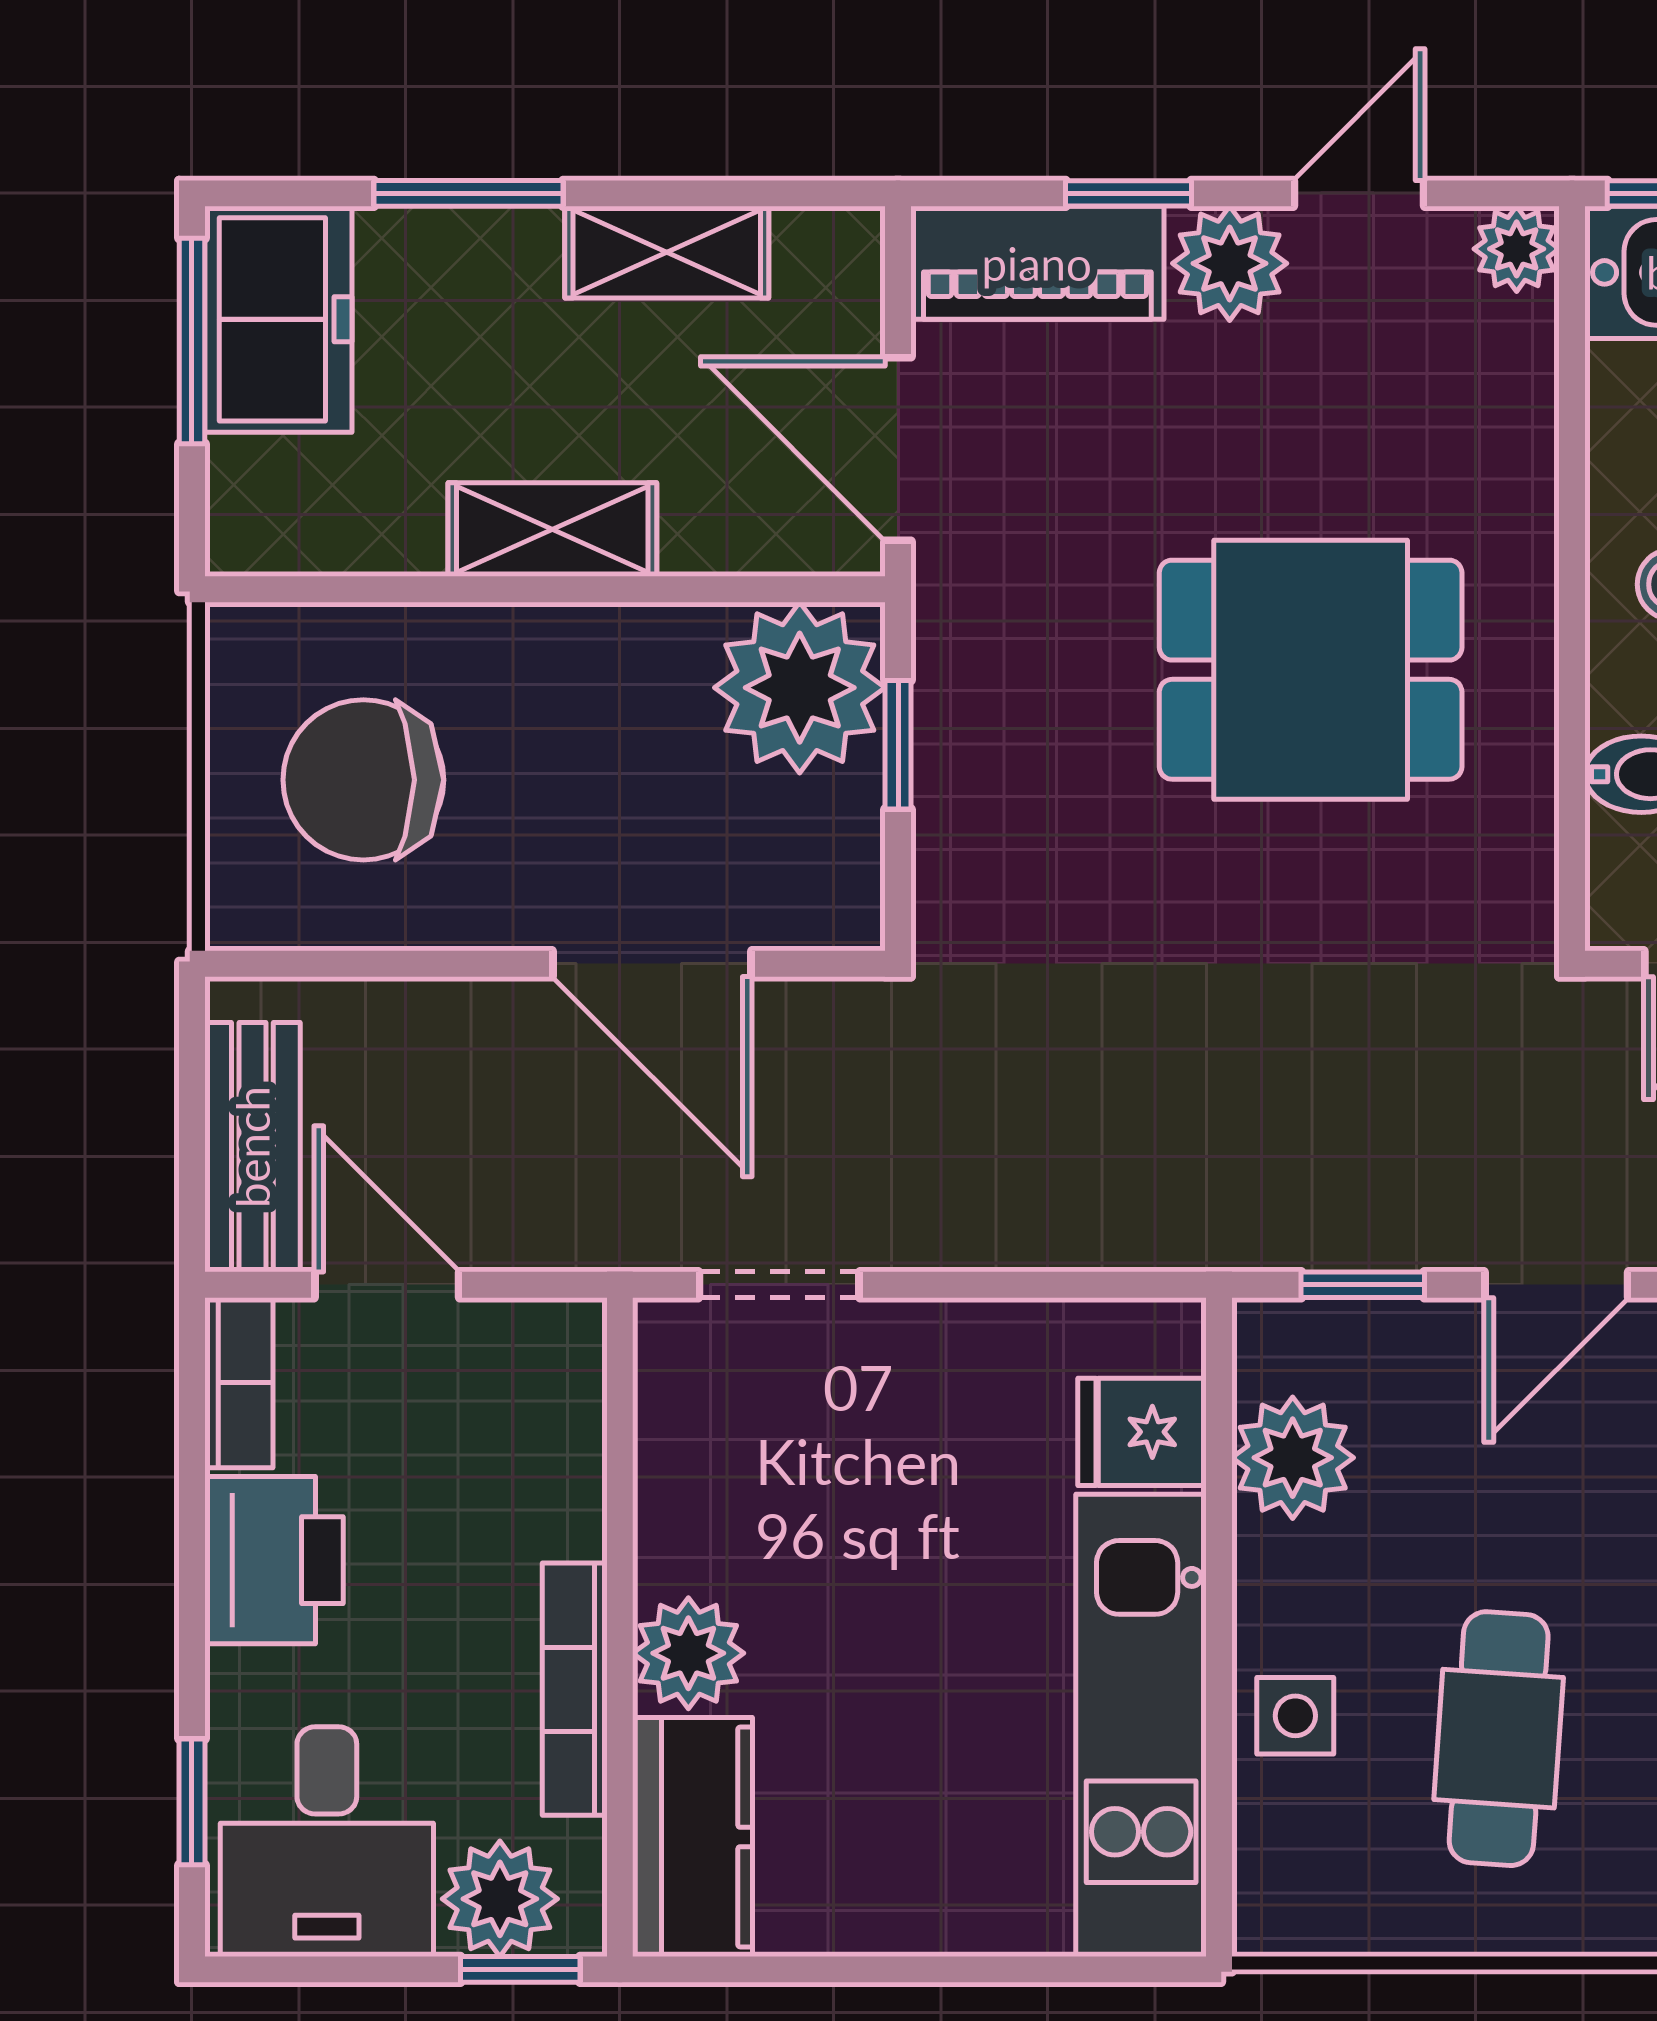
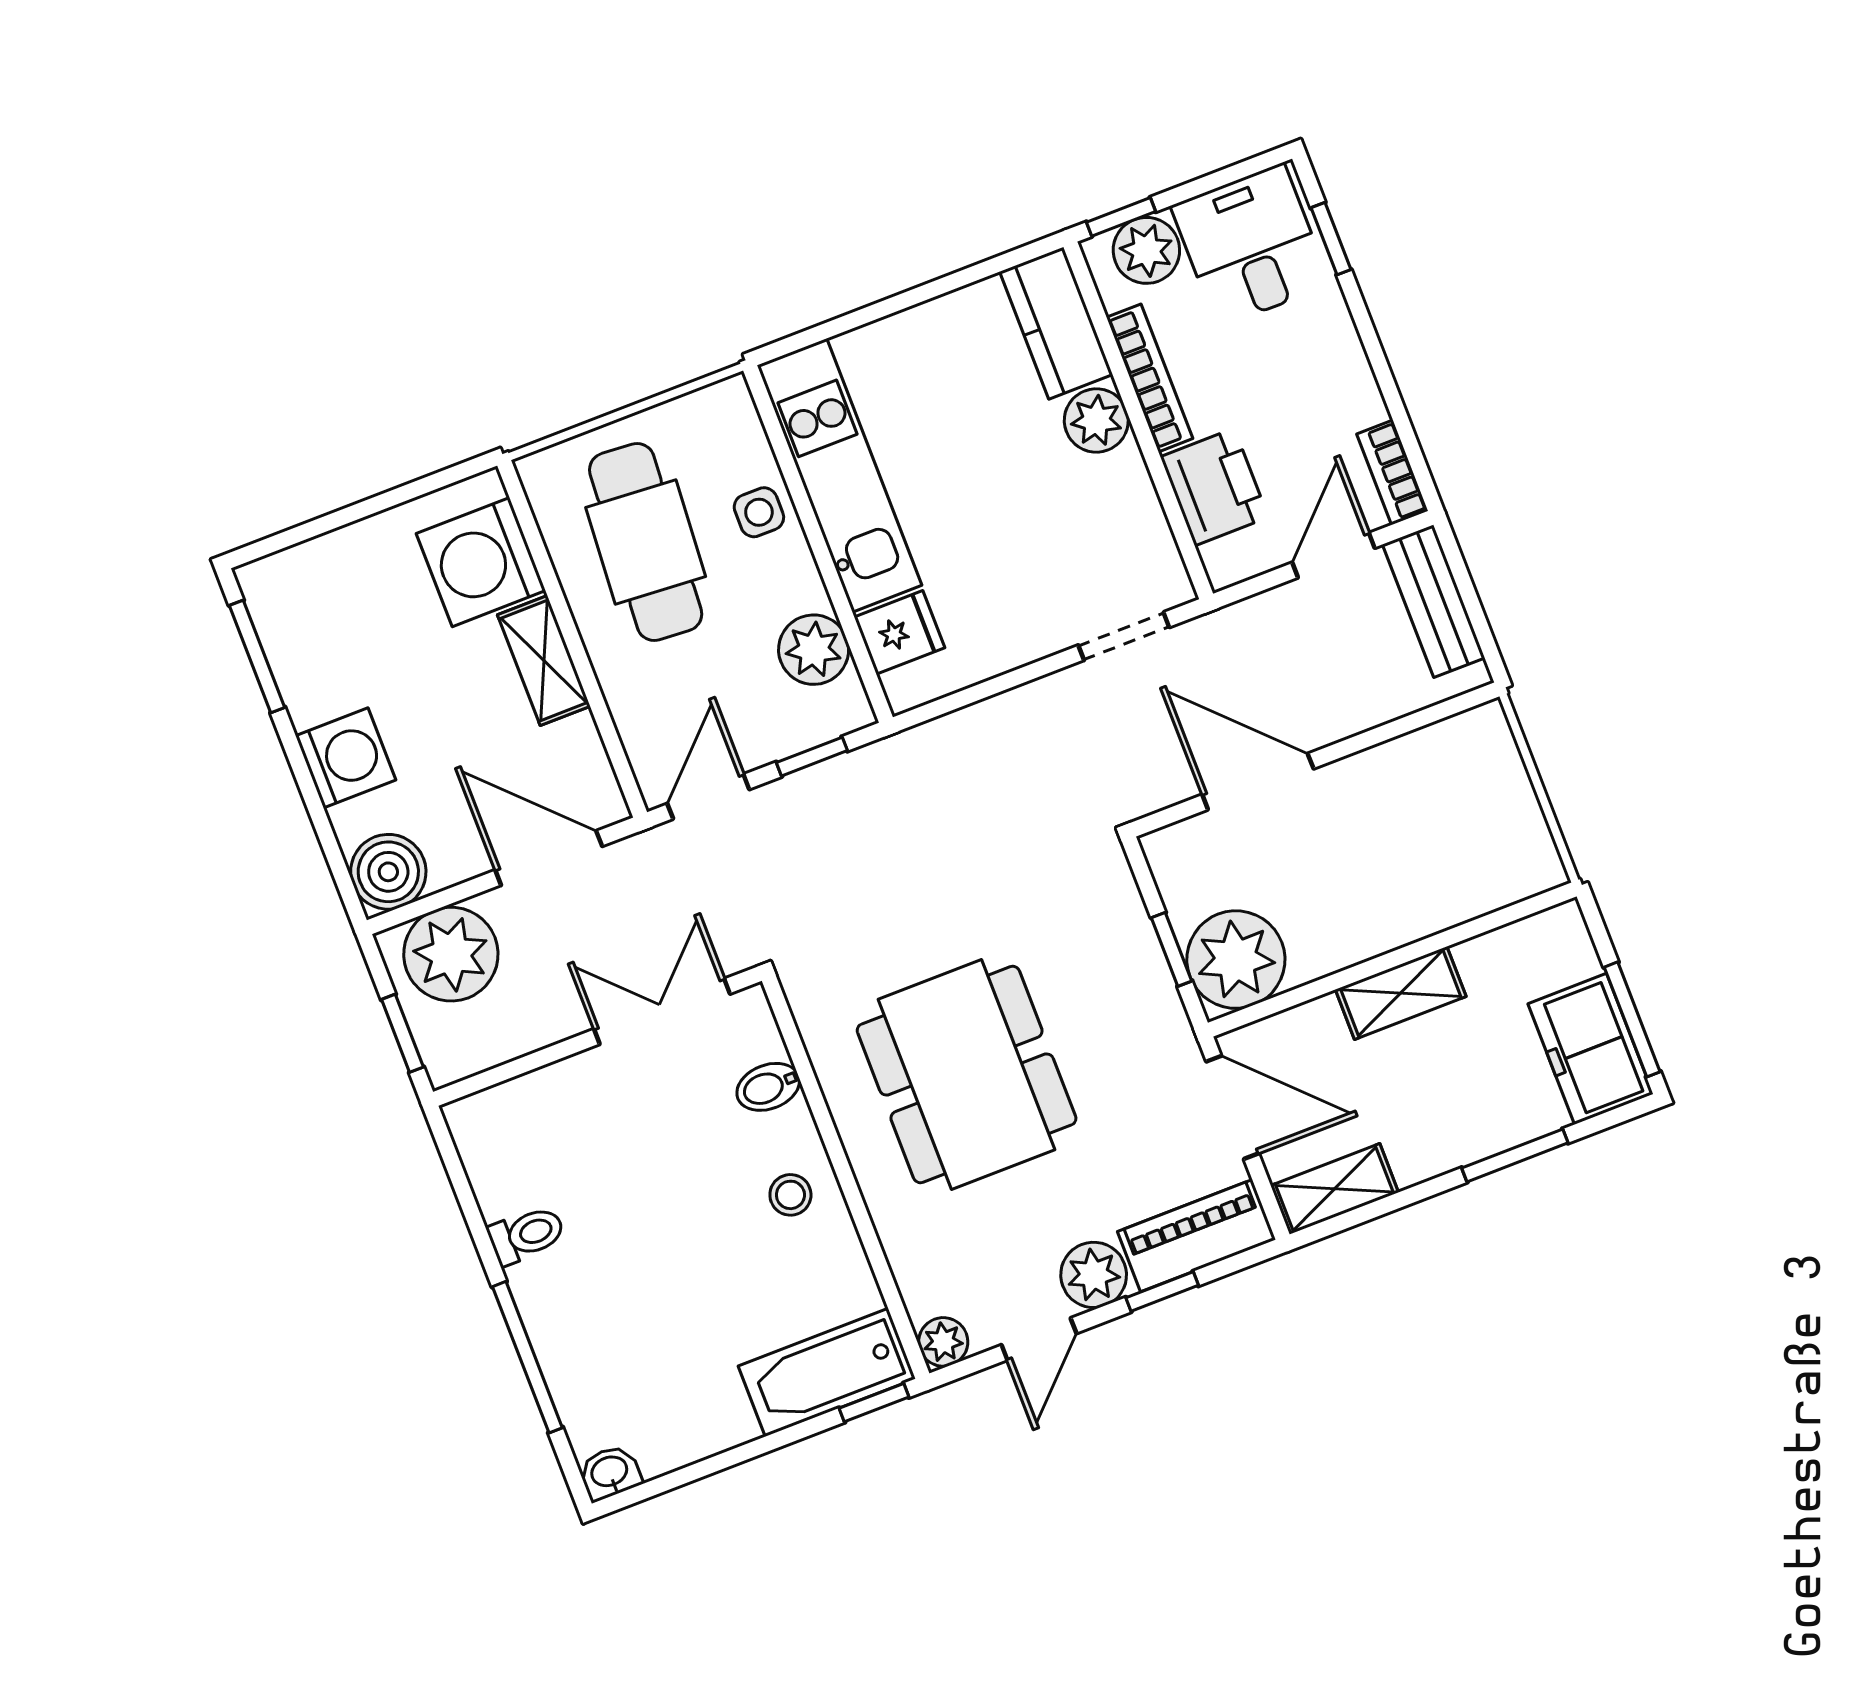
shelving: (667, 252) -> (1335, 1189), moved
dining table: (1311, 670) -> (967, 1074), width x1.37
chair: (363, 780) -> (1450, 820), removed
door: (387, 1285) -> (1333, 555), swing flipped
printer: (274, 1560) -> (1214, 487), moved, turned 180
cafe table: (1499, 1739) -> (646, 542), width x1.37, depth x1.35

